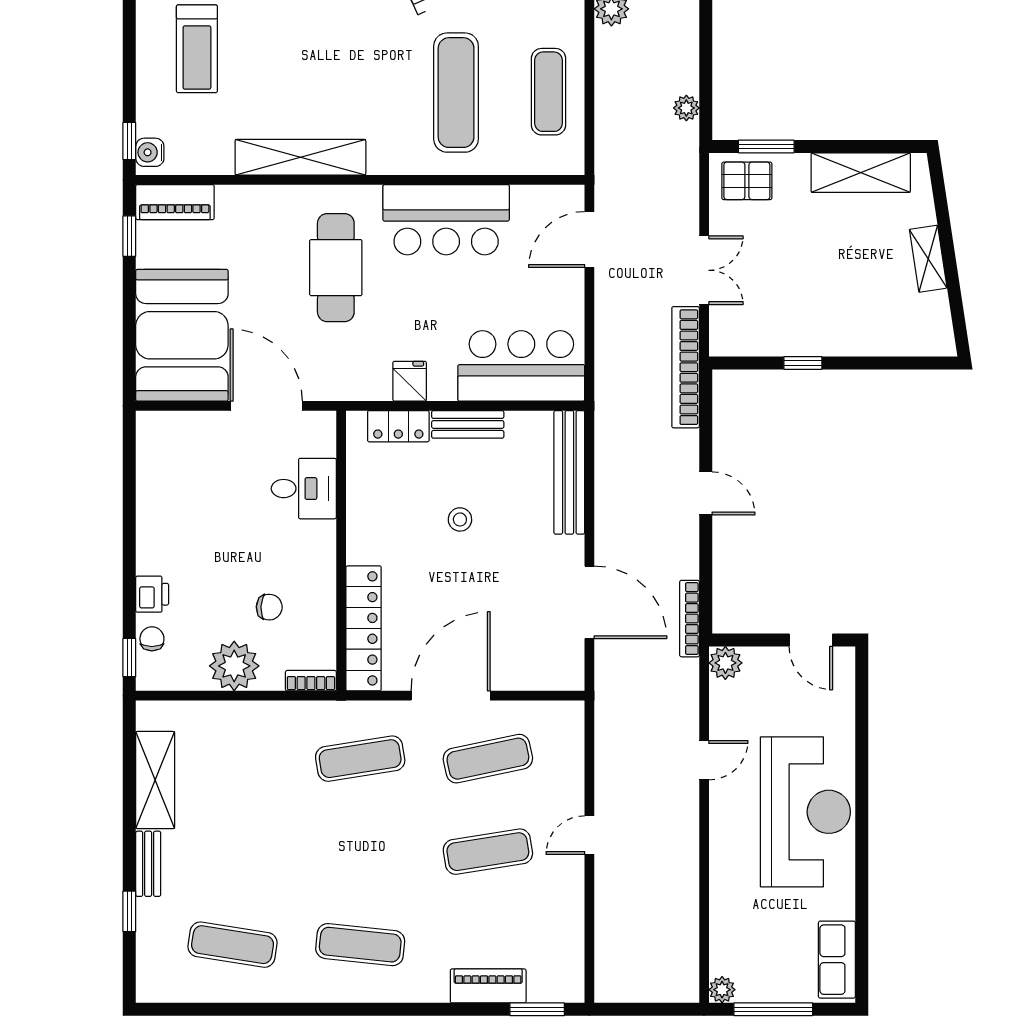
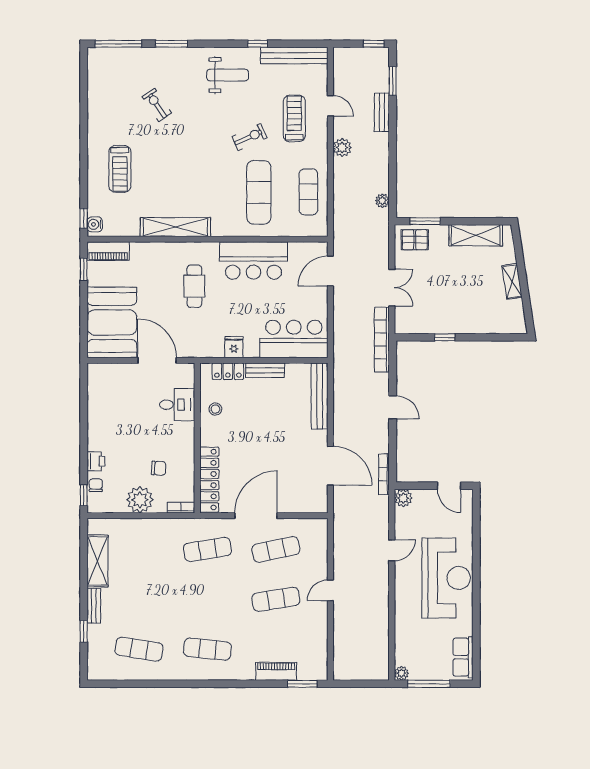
cafe table: (336, 268) -> (194, 286), width x0.73, depth x0.74
stool: (460, 519) -> (215, 409), moved

